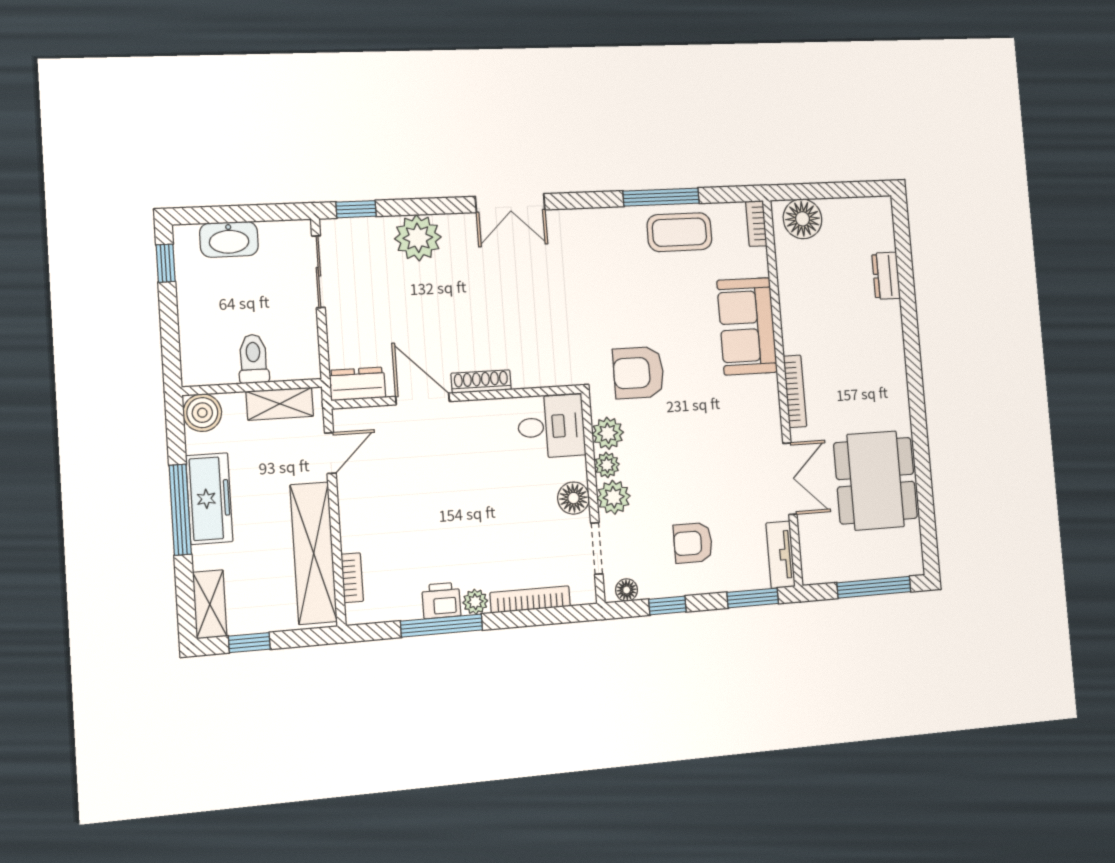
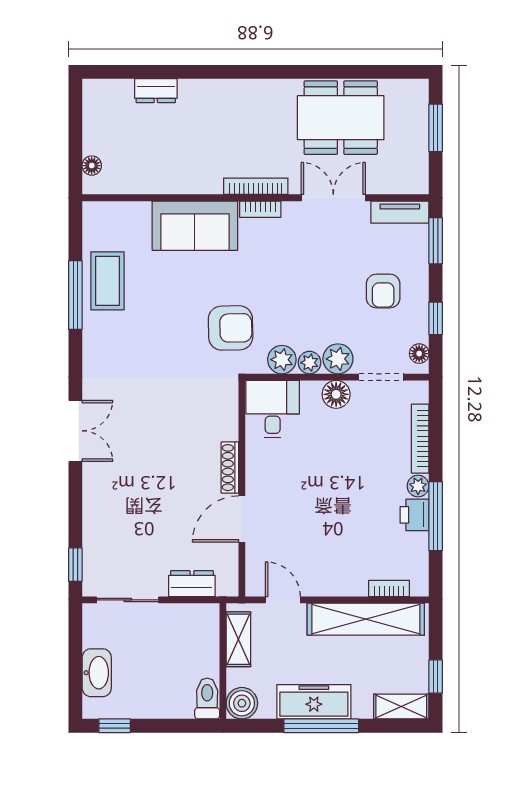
floor lamp: (803, 219) -> (92, 166), width x0.53, depth x0.53
bookcase: (756, 223) -> (260, 209), moved
plant: (418, 238) -> (102, 513), removed
toilet: (253, 359) -> (207, 698), moved, turned 90
armchair: (639, 373) -> (231, 328), turned -91
dresser: (357, 384) -> (192, 584), moved, turned 90
window: (874, 587) -> (436, 128), width x0.69

